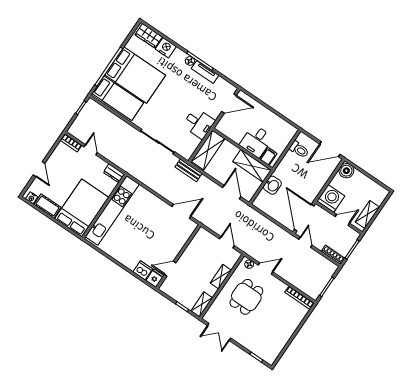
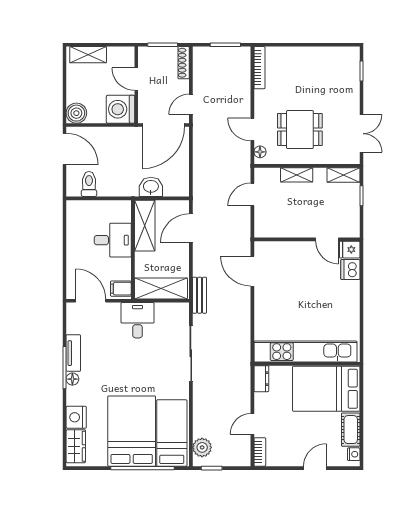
plant: (97, 110) -> (202, 447), added
filing cabinet: (268, 156) -> (121, 289), moved
shelving: (367, 215) -> (88, 55), moved

